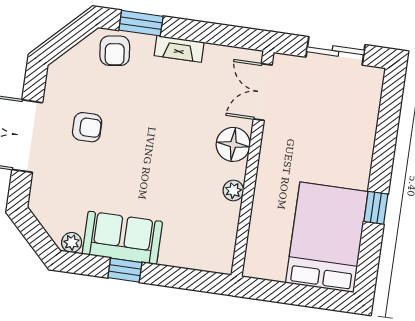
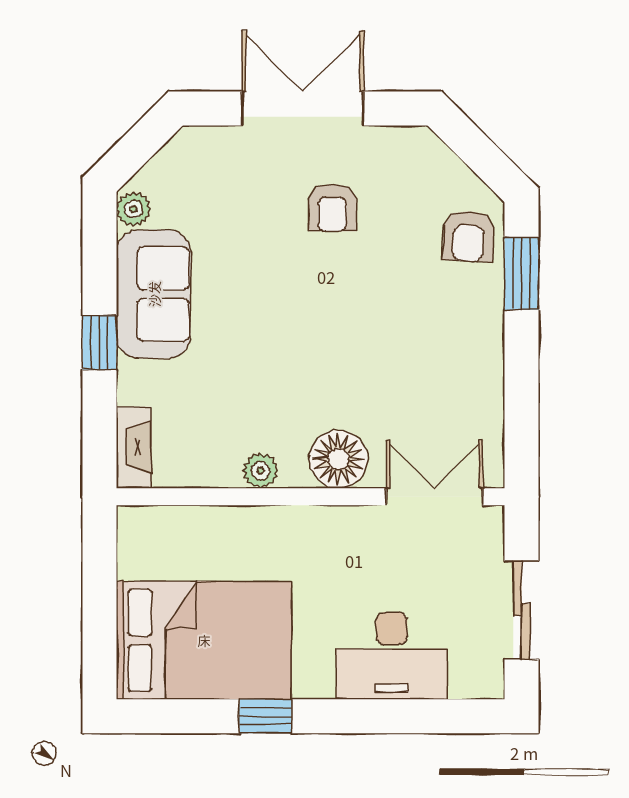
fireplace: (179, 49) -> (134, 447), moved, turned 180
armchair: (115, 51) -> (469, 236), turned -80
desk: (351, 130) -> (392, 656), added
window: (125, 270) -> (99, 342), moved

